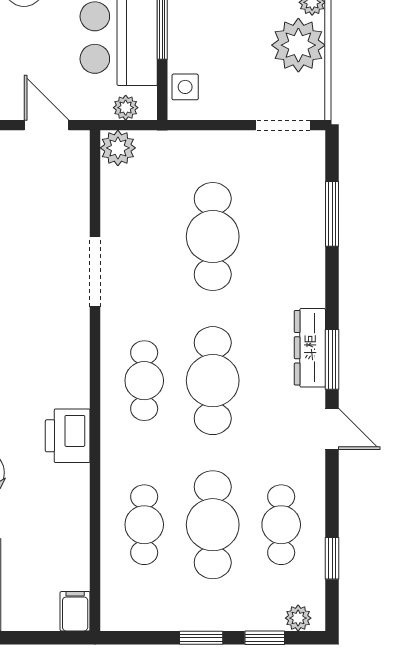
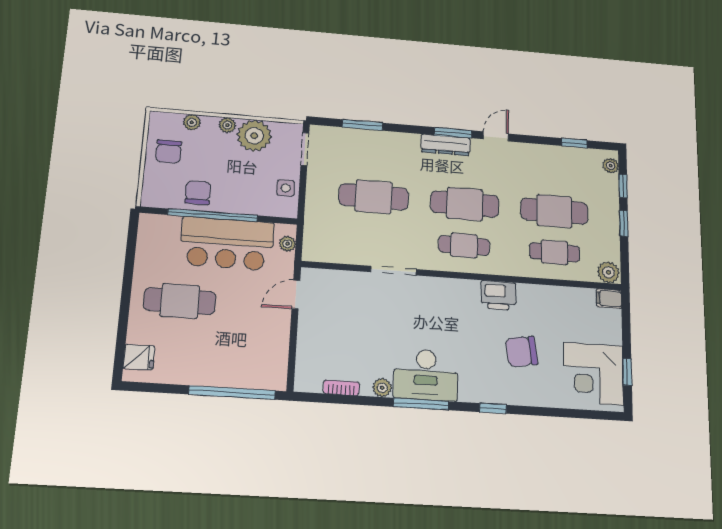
side table: (185, 87) -> (286, 188), moved
plant: (118, 148) -> (608, 272), moved
cafe table: (281, 525) -> (554, 171), removed

